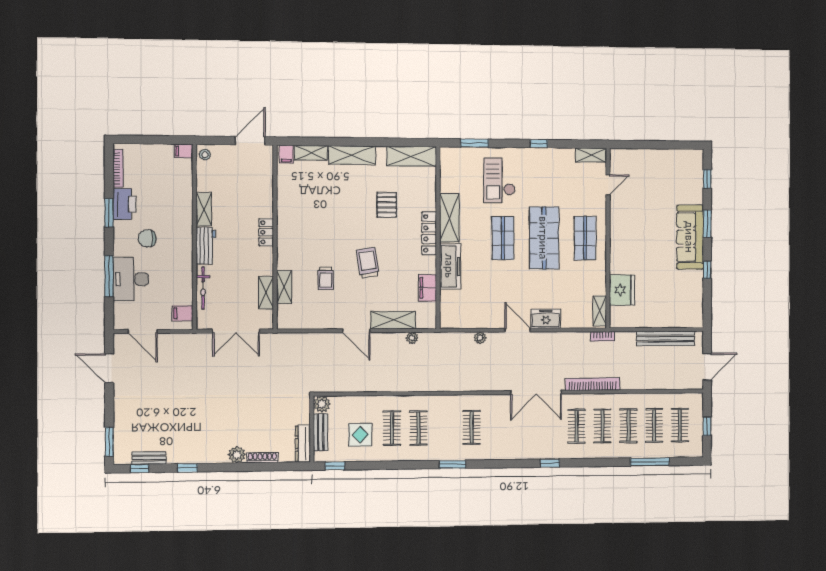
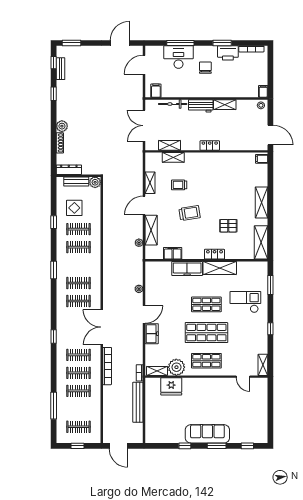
shelving: (311, 153) -> (150, 183), moved
locker: (429, 233) -> (214, 254), width x0.66
plant: (594, 282) -> (176, 367), added
bench: (665, 338) -> (138, 402), moved
clothes rail: (654, 425) -> (78, 301), moved
window: (335, 466) -> (54, 222), moved

